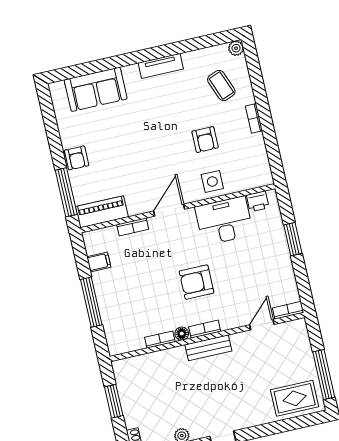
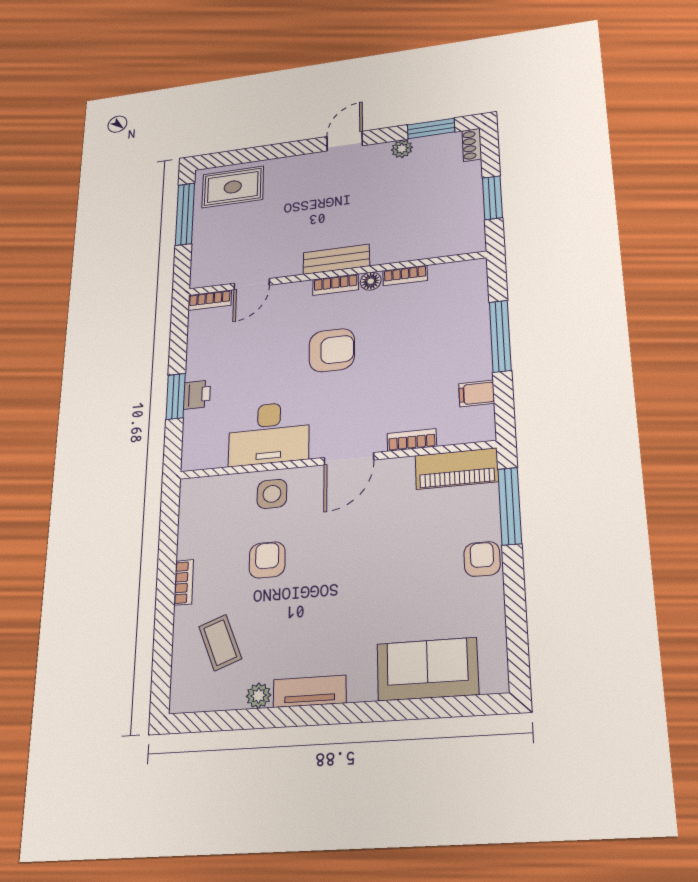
plant: (236, 48) -> (259, 696), moved
printer: (258, 201) -> (197, 395), moved, turned 90

